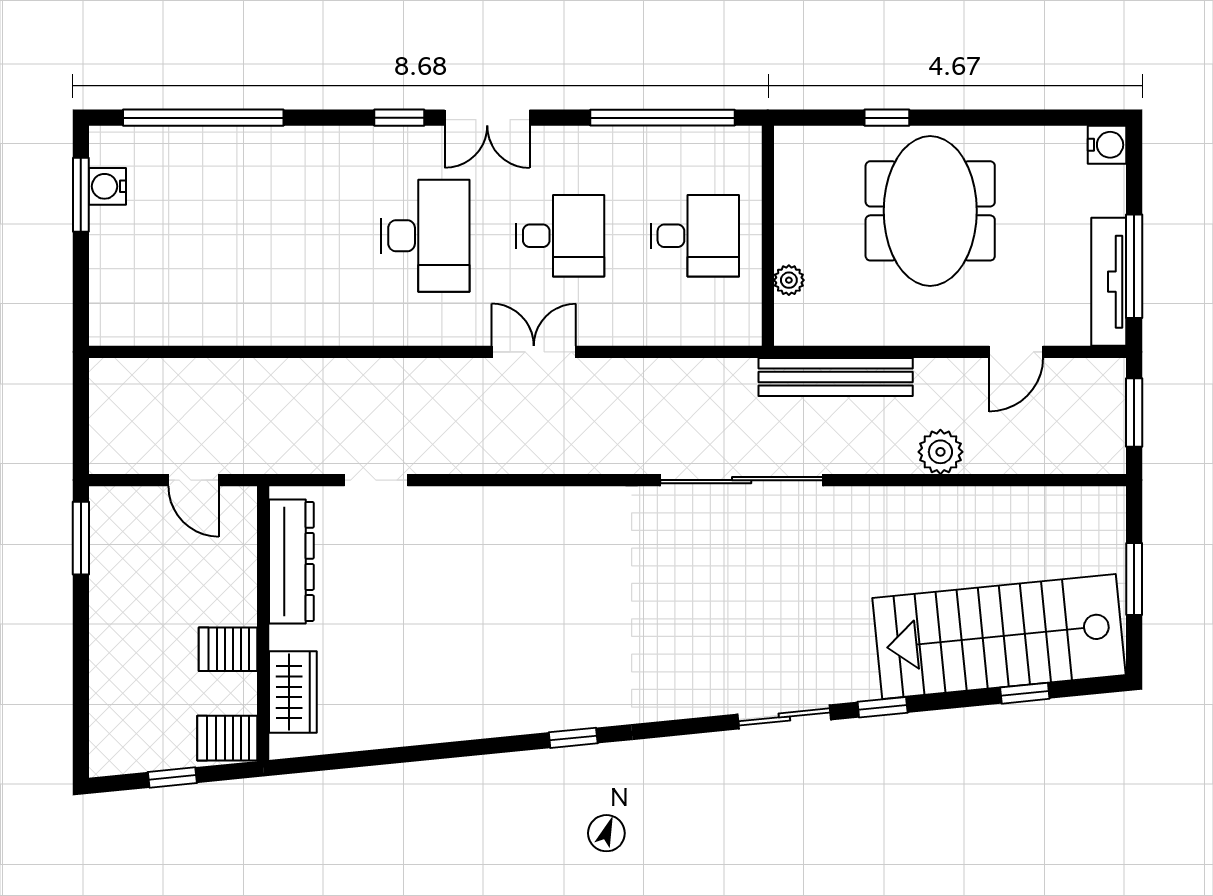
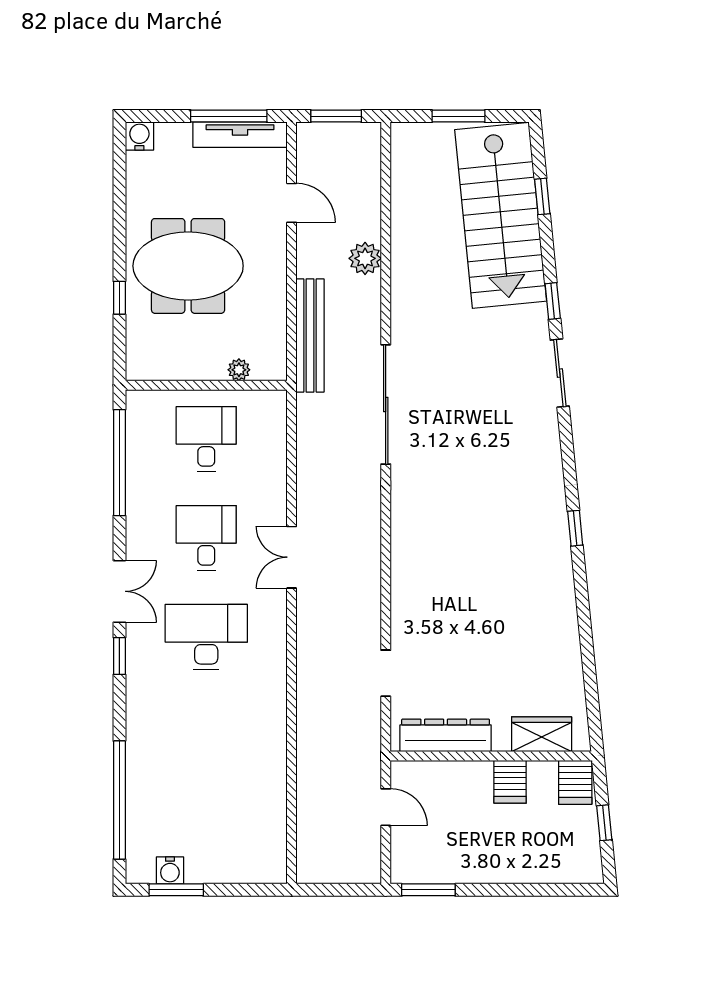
door: (194, 480) -> (386, 807), hinge flipped

